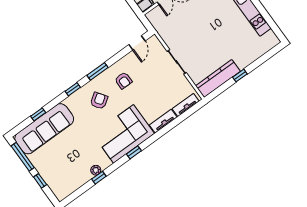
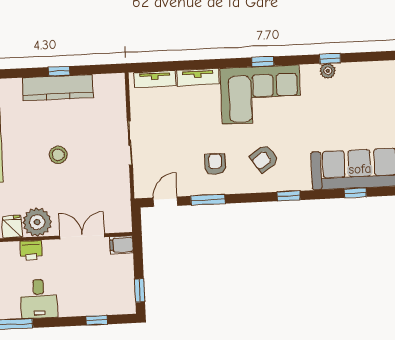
stool: (211, 30) -> (58, 155), added
window: (97, 71) -> (208, 200), moved
kitchen counter: (218, 79) -> (58, 88), moved

